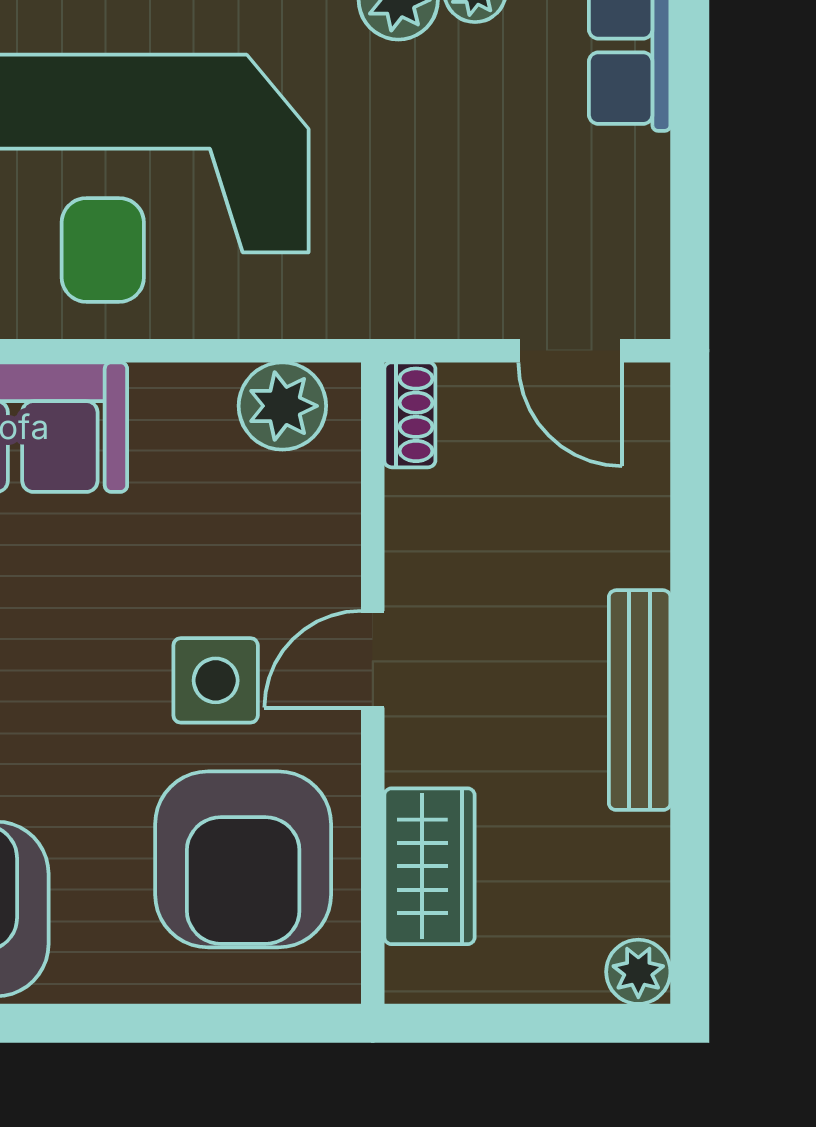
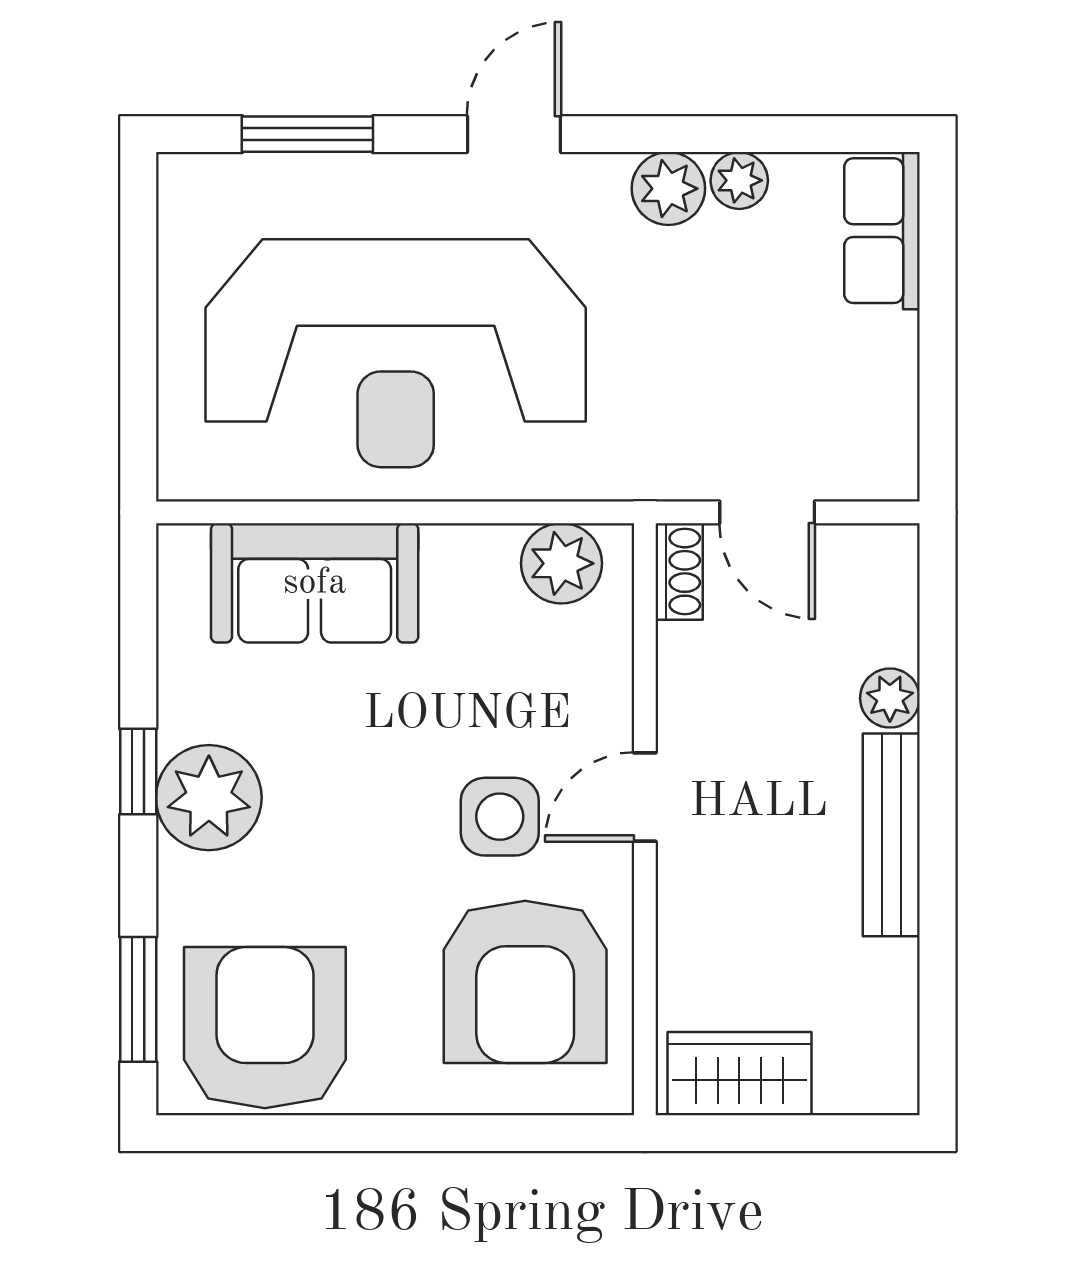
door: (570, 351) -> (767, 512), moved
wardrobe: (430, 866) -> (739, 1074), moved, turned -90
plant: (638, 972) -> (890, 698), moved

